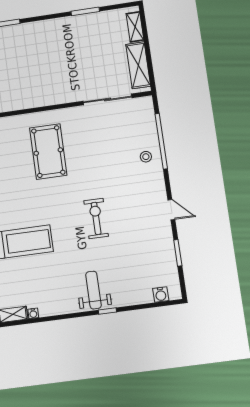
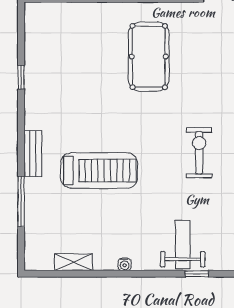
water cooler: (33, 313) -> (125, 264), moved

